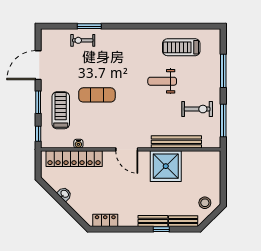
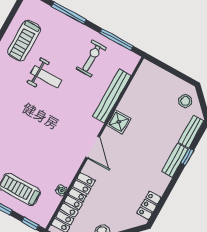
weight bench: (162, 81) -> (46, 77), turned -90
exercise mat: (97, 95) -> (25, 147), removed
door: (127, 149) -> (93, 147), hinge flipped
shower: (166, 166) -> (119, 122), width x0.54, depth x0.54

